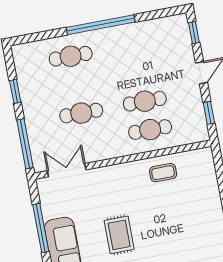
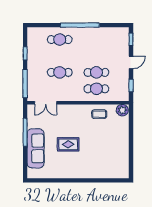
plant: (202, 158) -> (122, 110), added
double door: (67, 170) -> (46, 103), swing flipped
rug: (119, 235) -> (68, 144), turned 90

